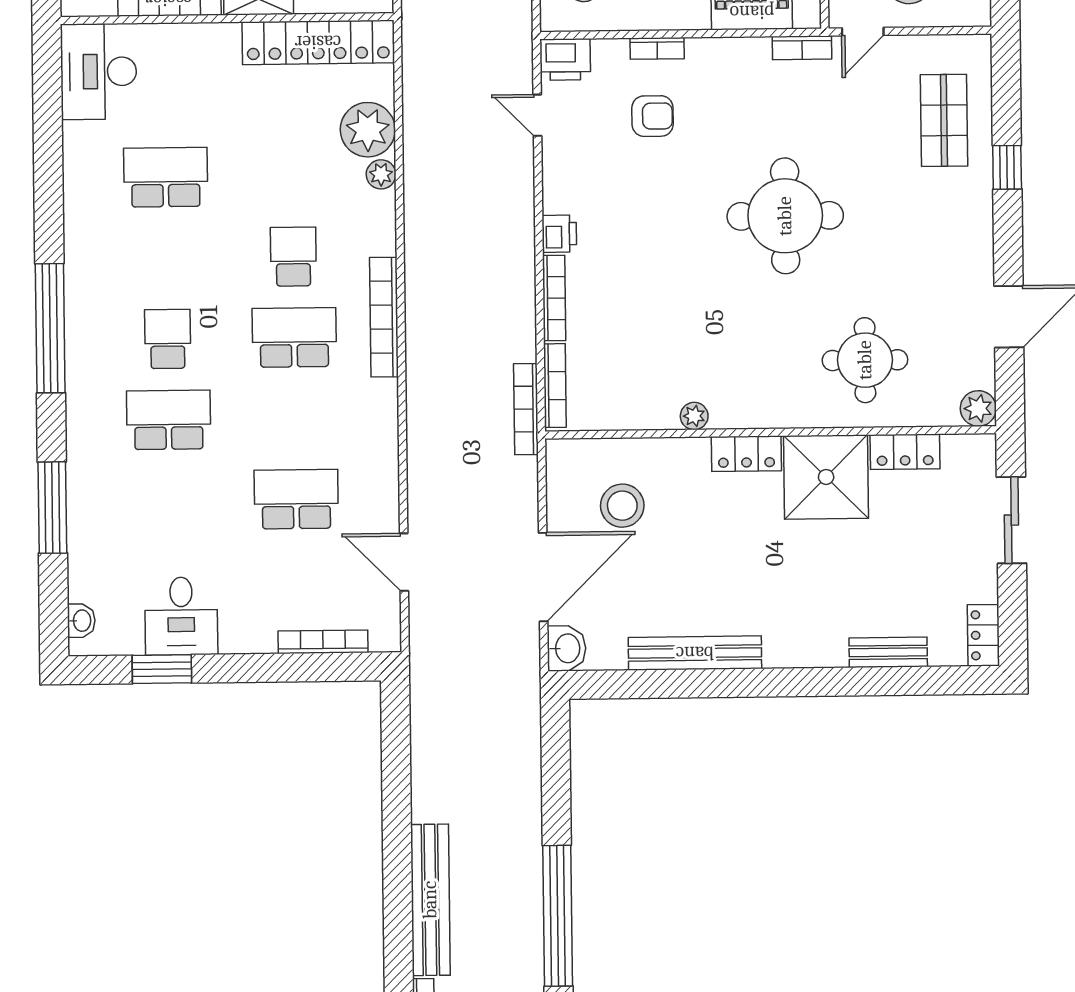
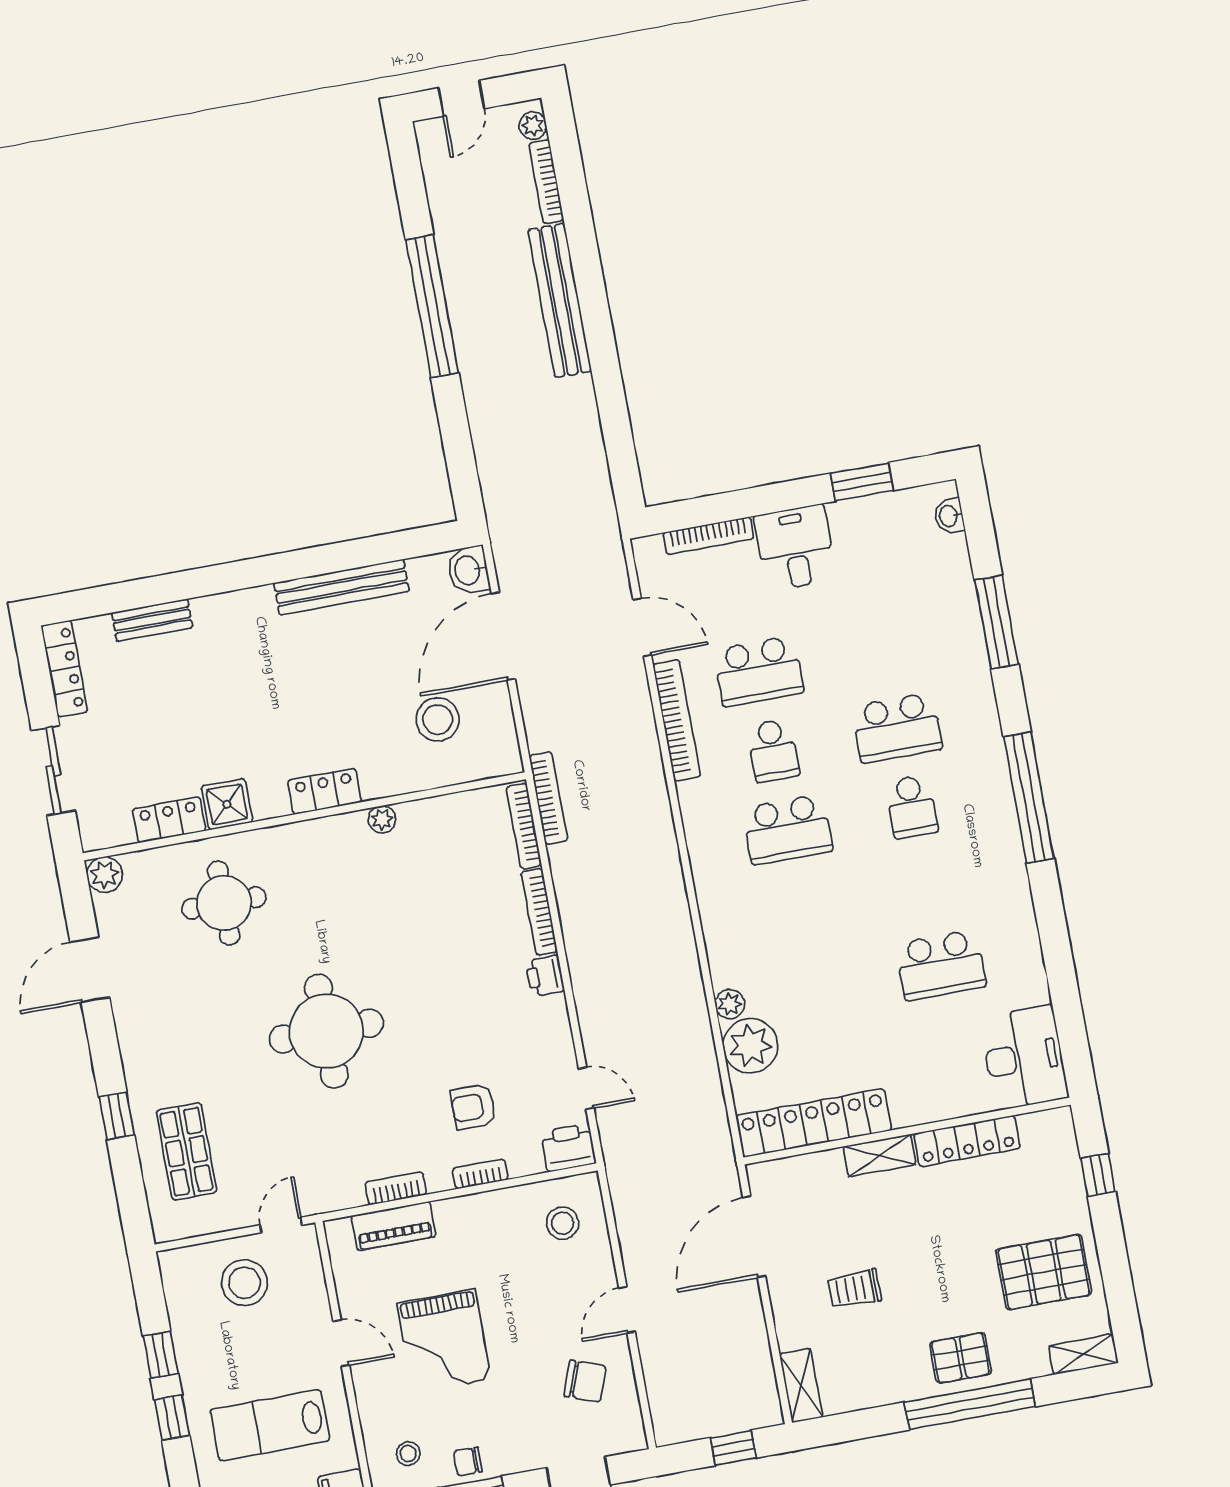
bookcase: (802, 48) -> (396, 1188), moved
school desk: (293, 257) -> (773, 750), moved
bookcase: (384, 317) -> (677, 720), moved
shower: (826, 477) -> (227, 804), width x0.54, depth x0.54
desk: (181, 616) -> (795, 548), moved
locker: (983, 635) -> (64, 669), width x1.53

